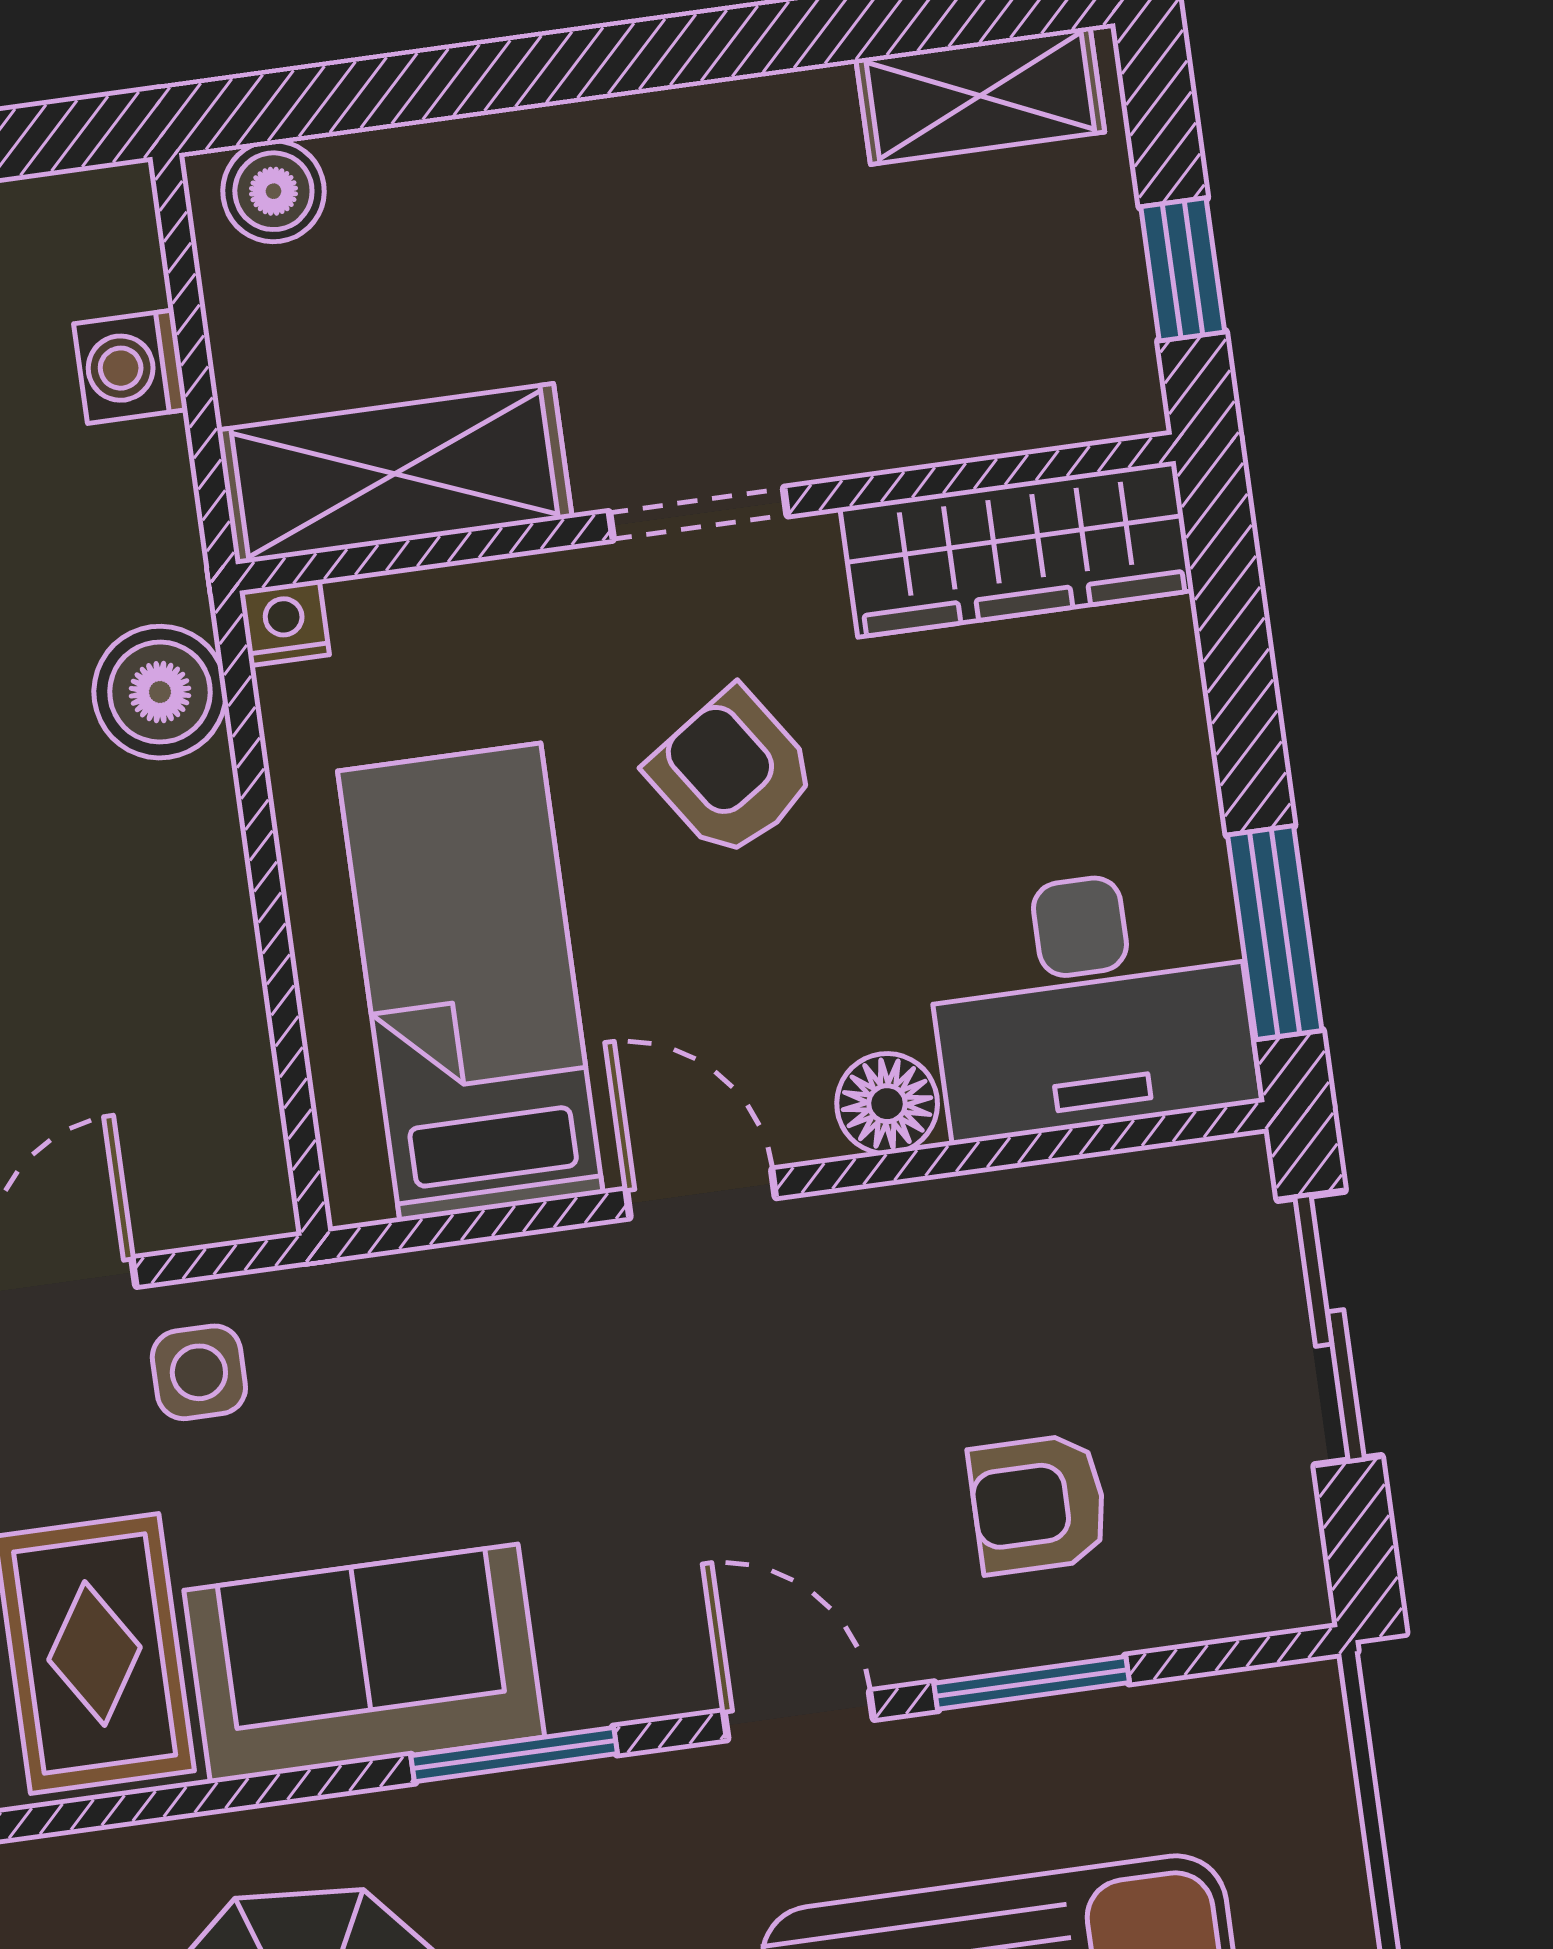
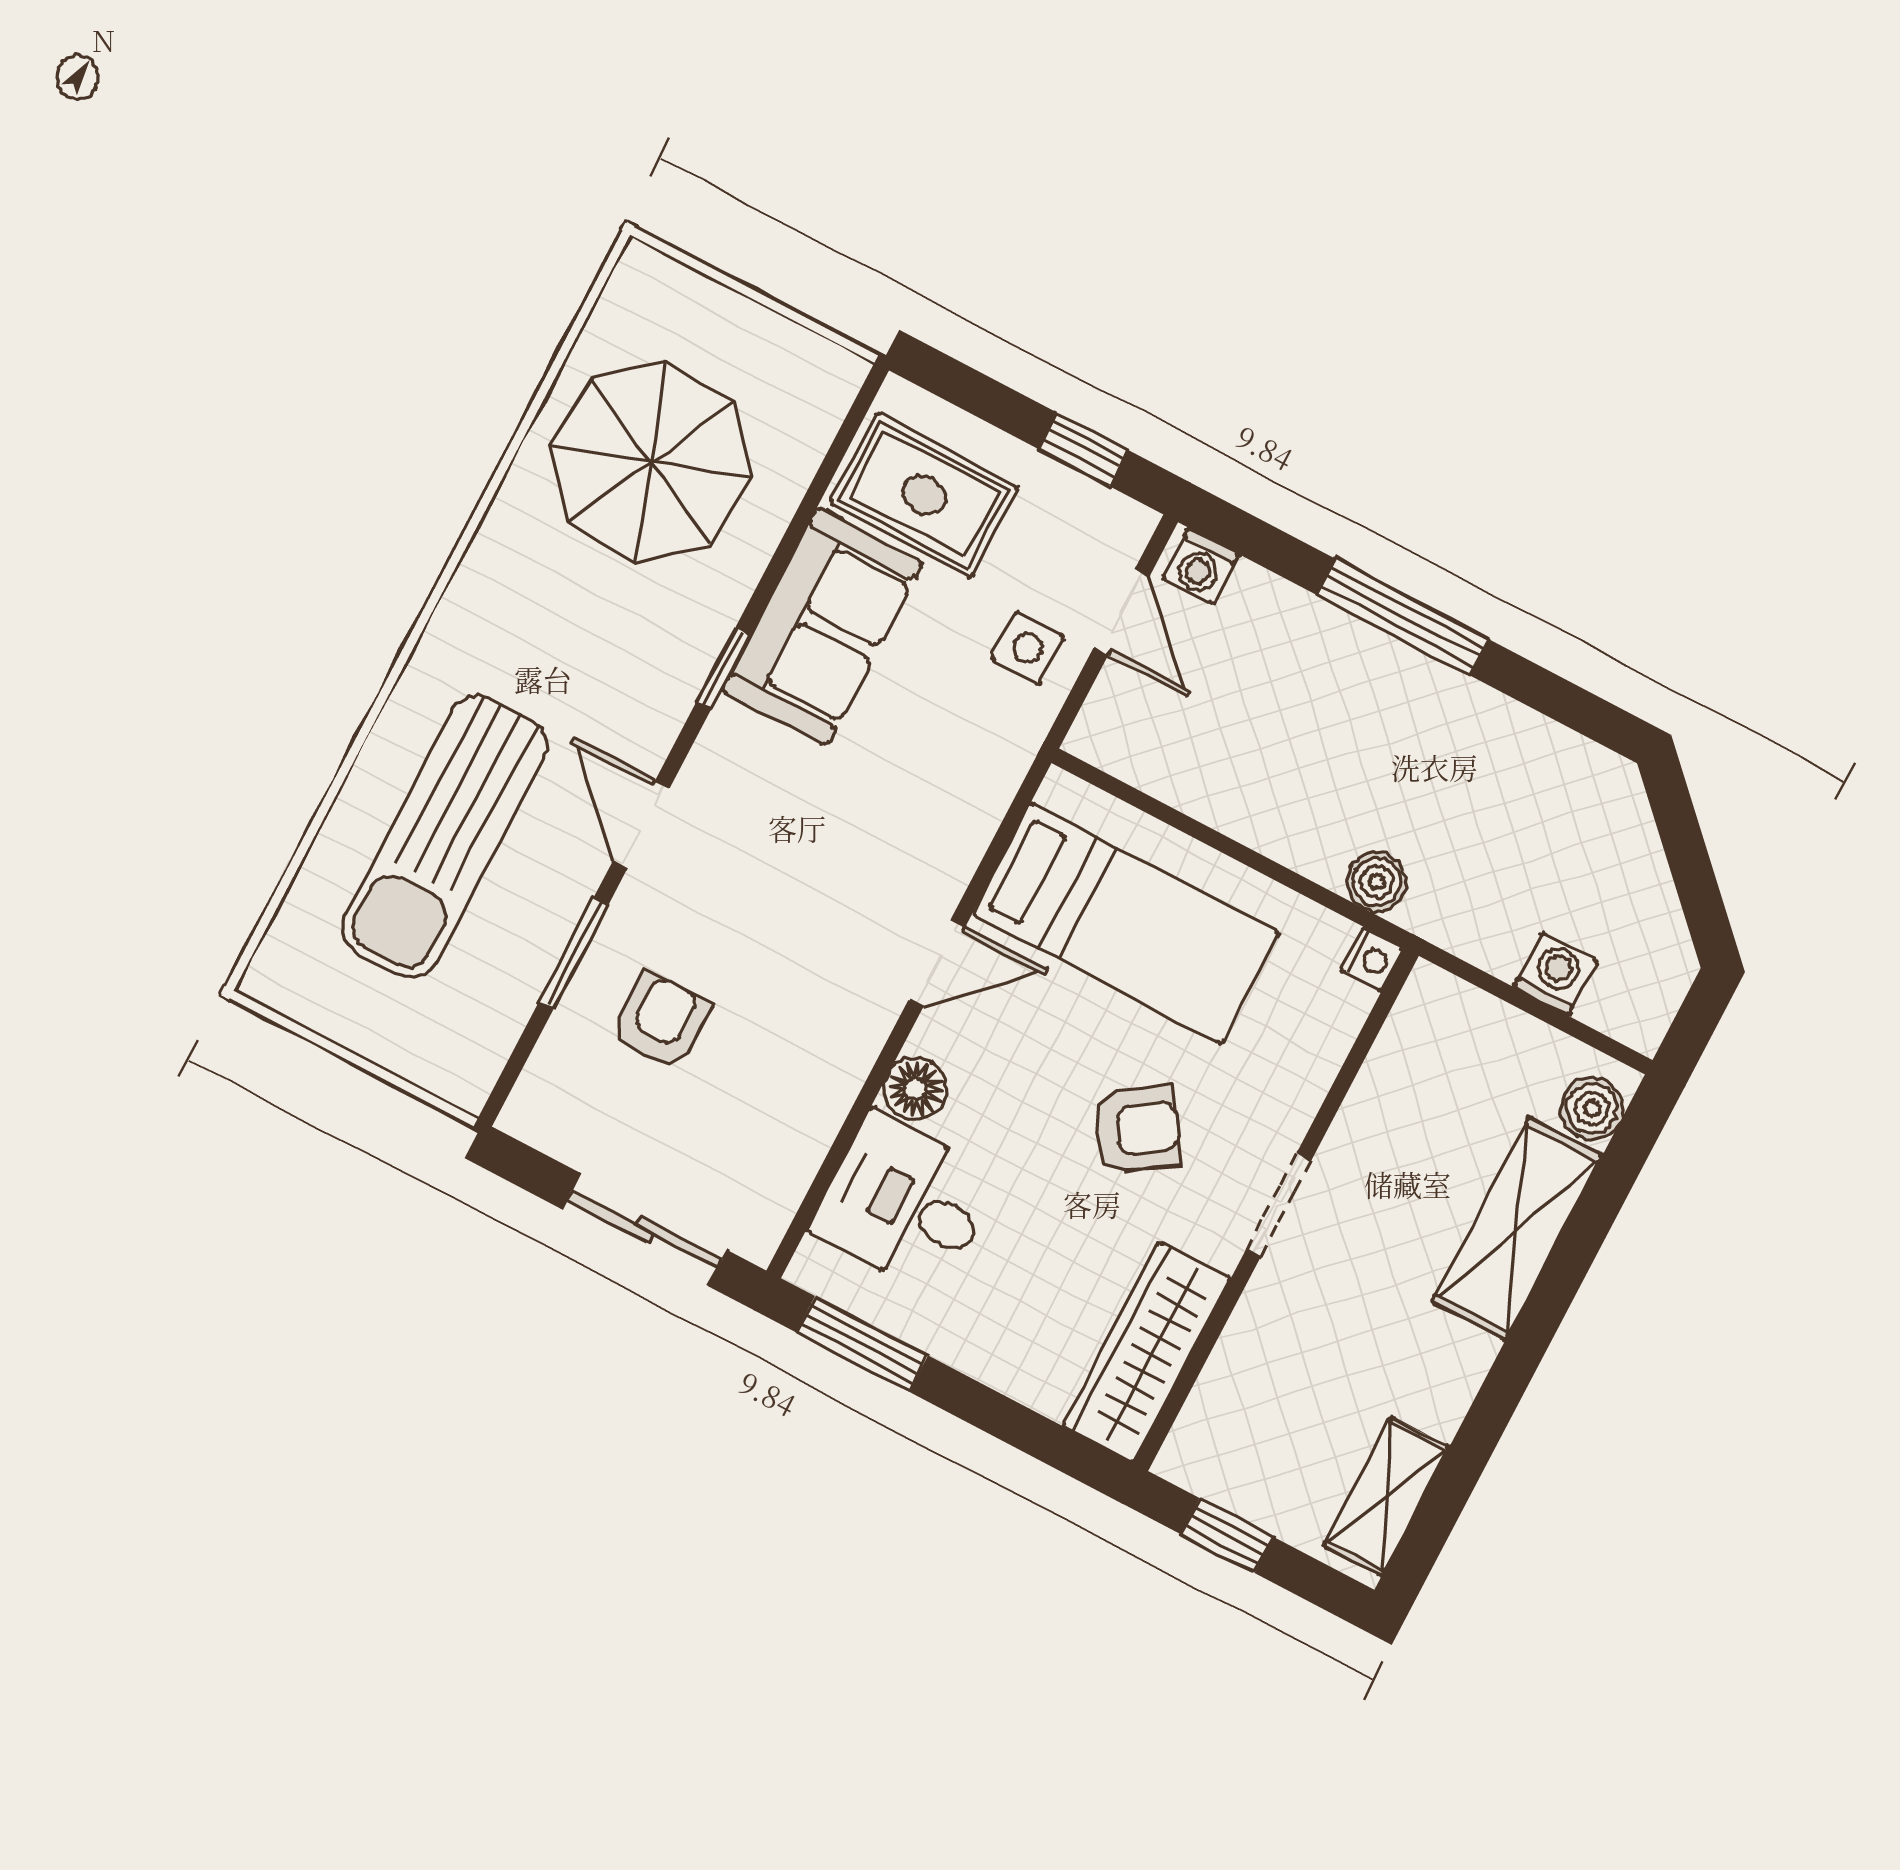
shelving: (395, 474) -> (1517, 1228), moved
boiler: (160, 692) -> (1377, 882), width x0.73, depth x0.73
desk: (1090, 1002) -> (905, 1204), width x0.73
door: (799, 1715) -> (641, 825), swing flipped
window: (514, 1755) -> (723, 669), width x0.67

